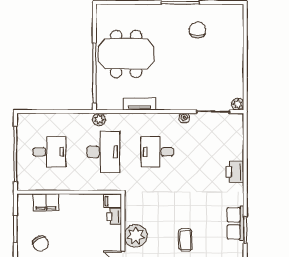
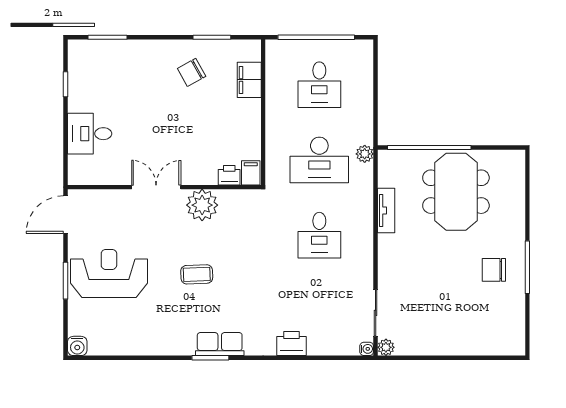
chair: (197, 30) -> (494, 270), moved, turned 180
water cooler: (184, 118) -> (367, 349), moved
desk: (157, 152) -> (319, 235), turned 180

